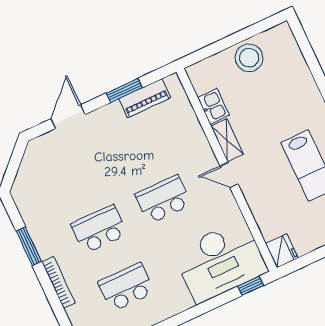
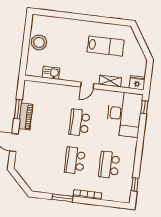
piano: (145, 98) -> (26, 117), moved
shelving: (227, 140) -> (110, 81), moved

